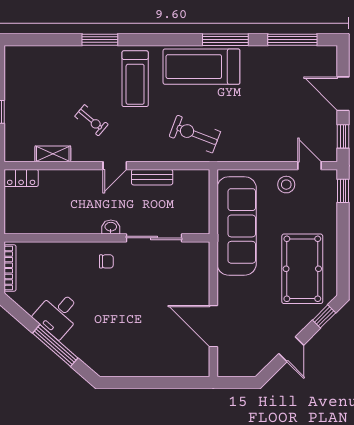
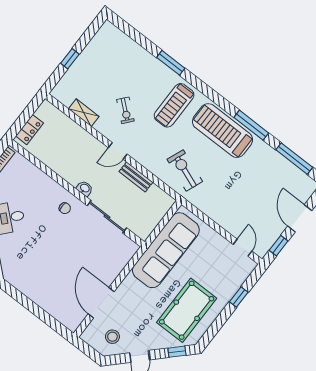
locker: (21, 178) -> (30, 130), moved, turned -90
stool: (286, 185) -> (112, 337), moved
window: (343, 191) -> (239, 297), moved

